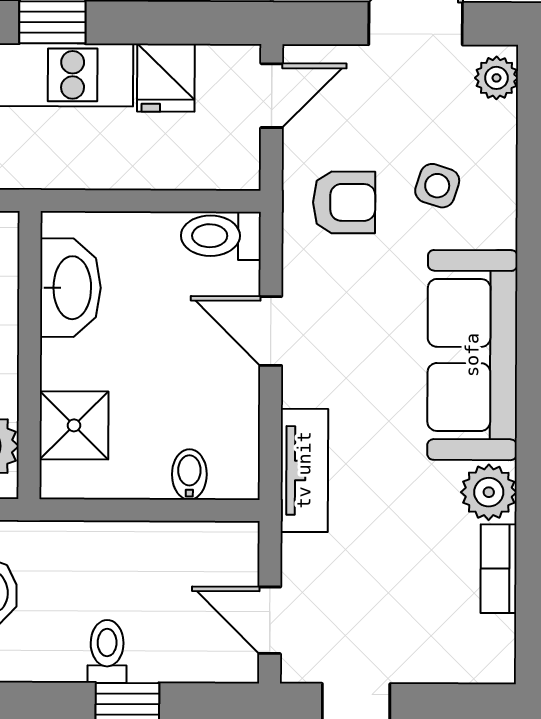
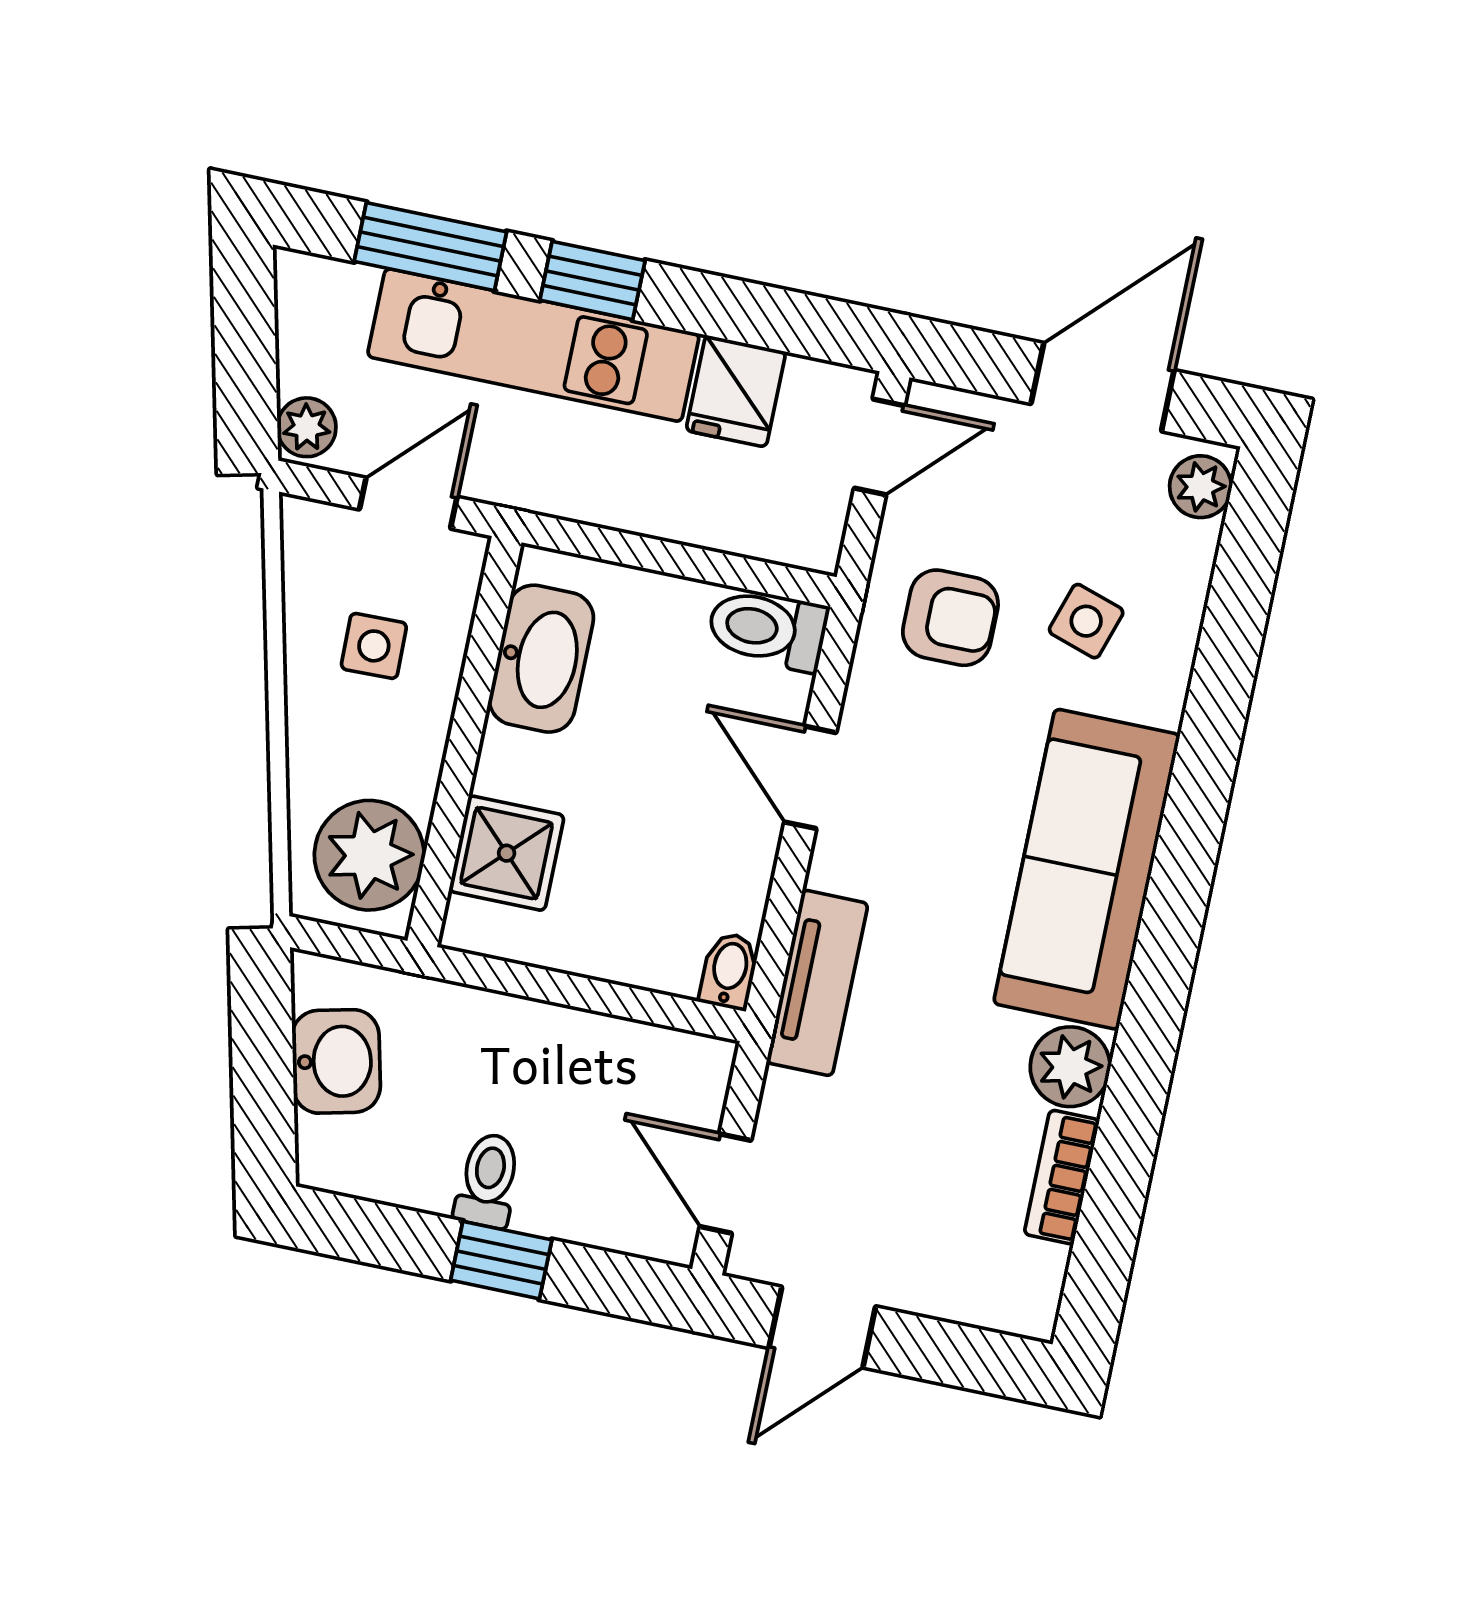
bidet: (189, 474) -> (729, 971), moved

